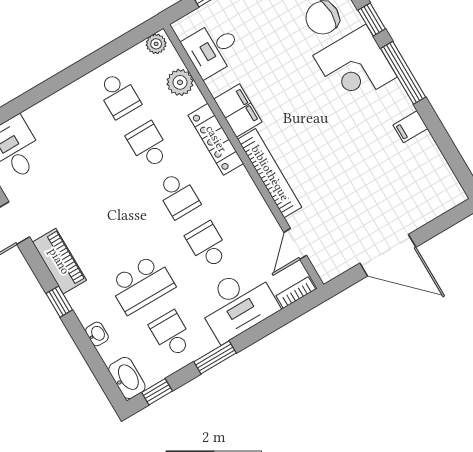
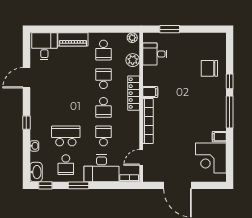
corner desk: (355, 66) -> (211, 158), moved
filing cabinet: (238, 111) -> (150, 92), width x0.50
piano: (59, 261) -> (73, 39), moved, turned 90
school desk: (142, 284) -> (66, 136), turned 180
school desk: (171, 334) -> (66, 165), turned 180

